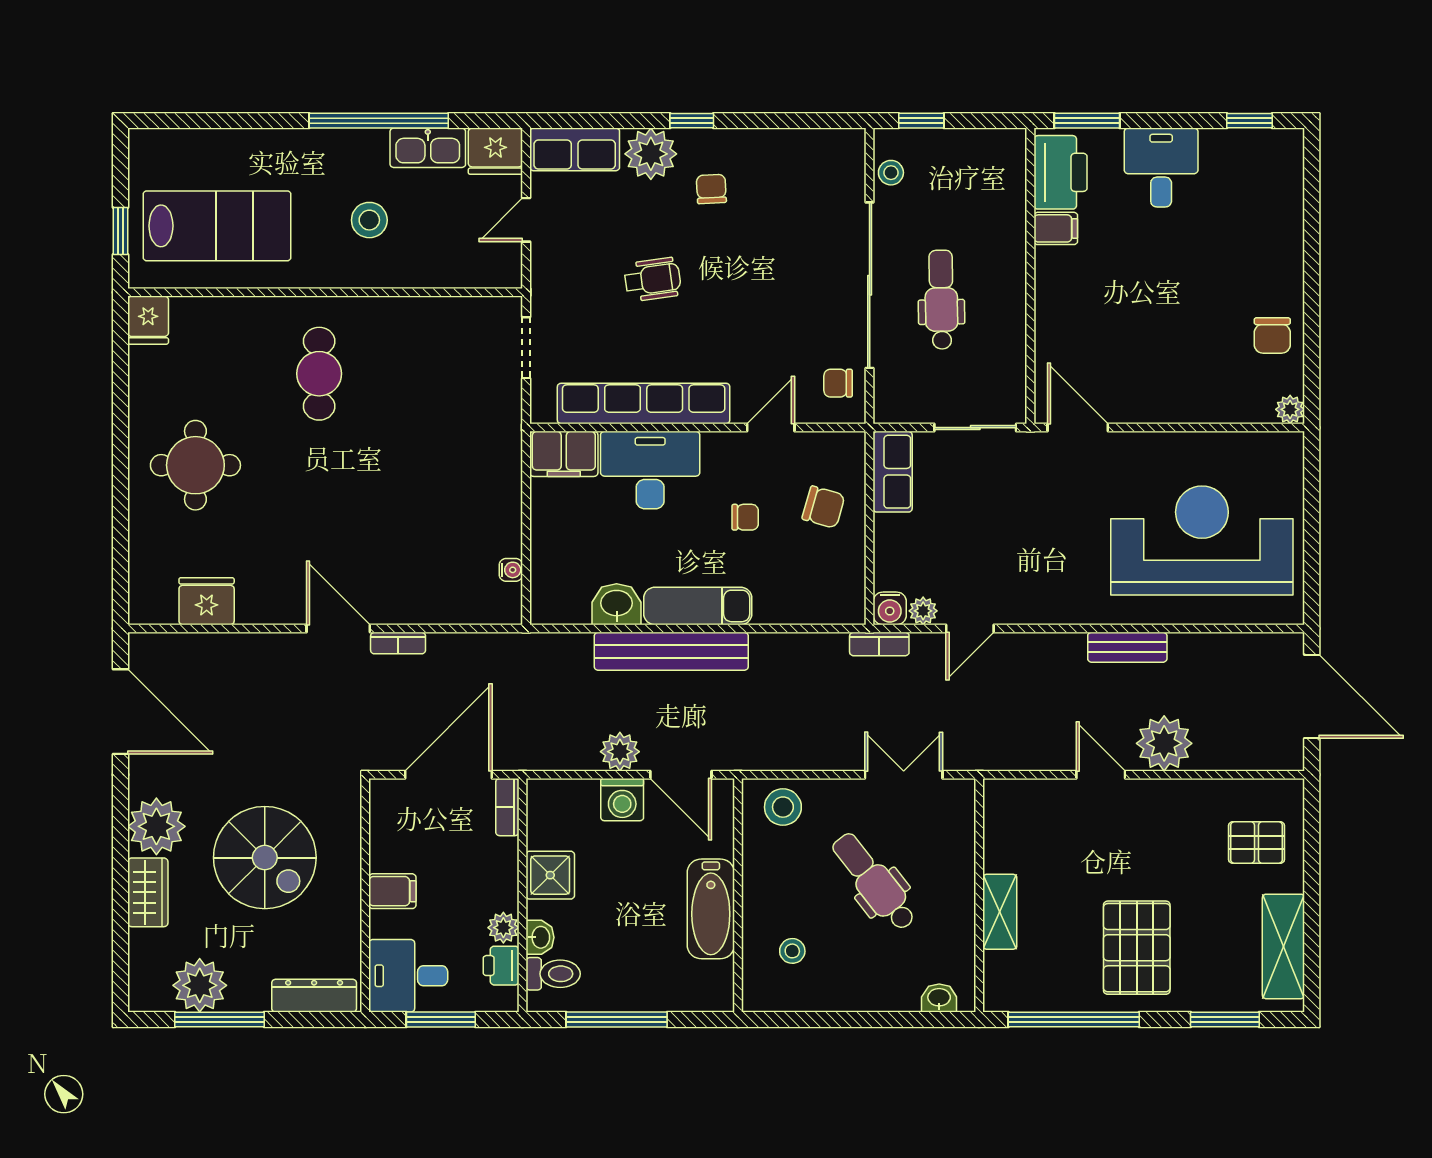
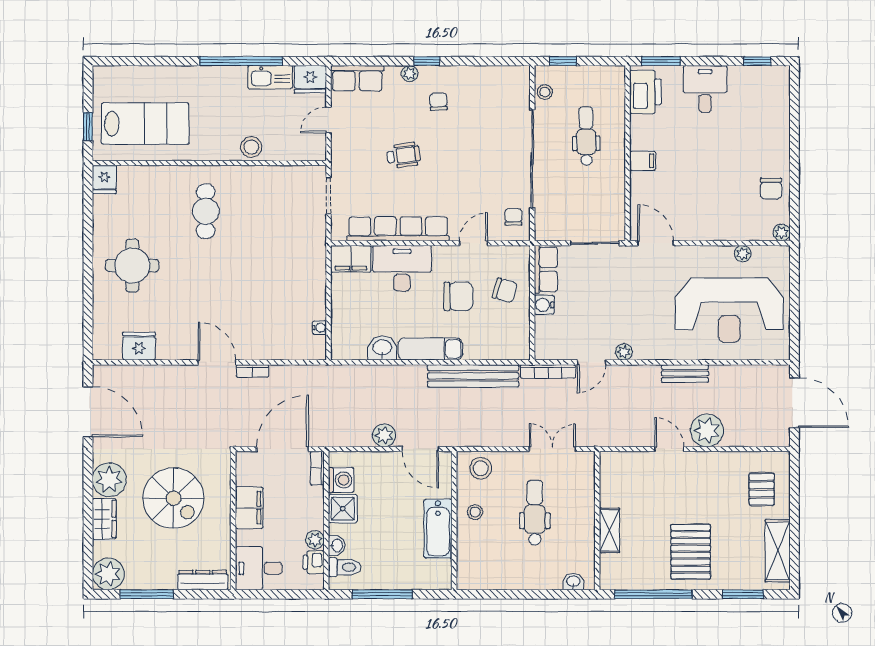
plant: (651, 154) -> (410, 74), width x0.53, depth x0.53
stool: (369, 220) -> (251, 147), moved
filing cabinet: (1056, 228) -> (643, 161), moved
dental chair: (941, 300) -> (586, 136), moved
chair: (838, 383) -> (513, 217), turned 90
plant: (1225, 445) -> (743, 254), added
chair: (745, 517) -> (458, 296), width x1.87, depth x1.87
reception desk: (1202, 541) -> (729, 310), turned 180
water cooler: (890, 608) -> (544, 305), moved, turned 90
plant: (923, 611) -> (624, 352), moved
bookcase: (879, 644) -> (548, 372), width x1.56
bench: (671, 651) -> (473, 376), moved
washing machine: (622, 800) -> (341, 480), moved, turned -90
pallet: (1256, 843) -> (762, 489), turned 90
dental chair: (874, 882) -> (535, 513), turned 38
filing cabinet: (392, 891) -> (249, 508), width x2.00
stool: (792, 951) -> (475, 512), moved
plant: (200, 985) -> (108, 574), moved
window: (441, 1019) -> (278, 594), removed

